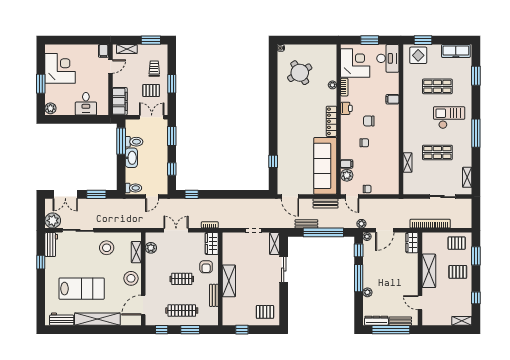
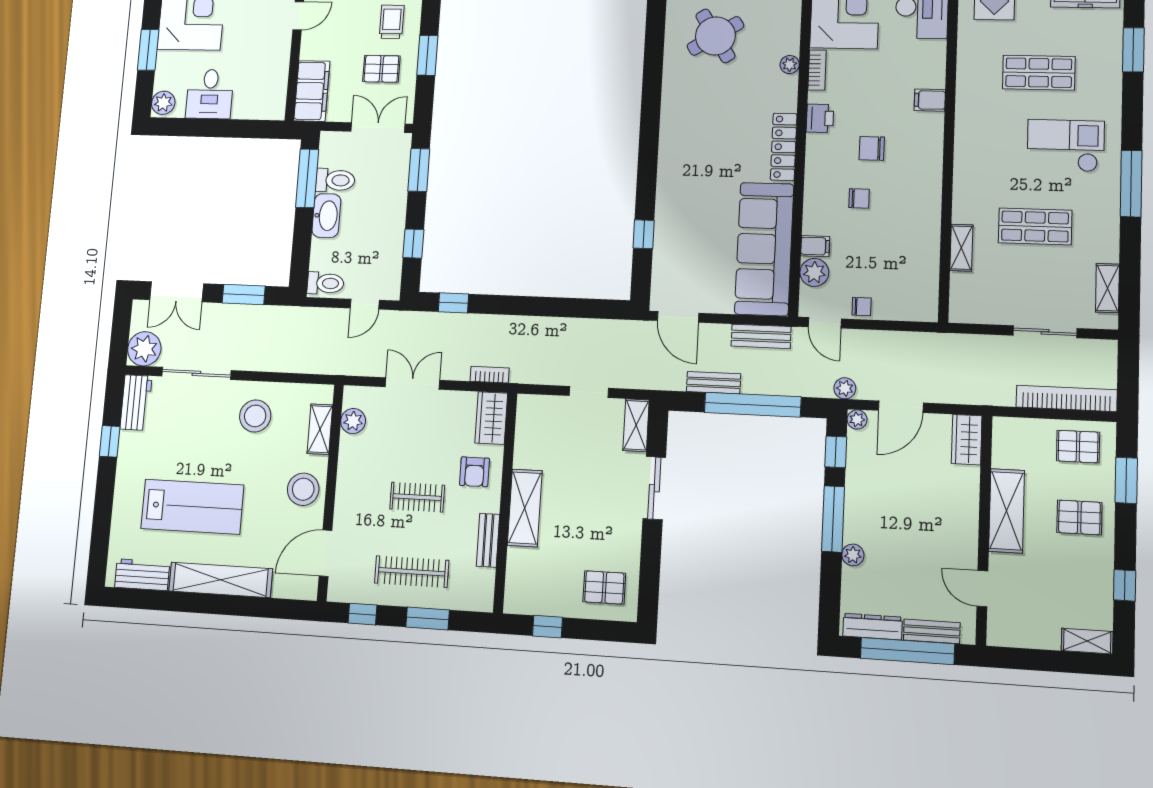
desk: (86, 104) -> (210, 94), moved
bookcase: (430, 224) -> (1067, 398), moved

